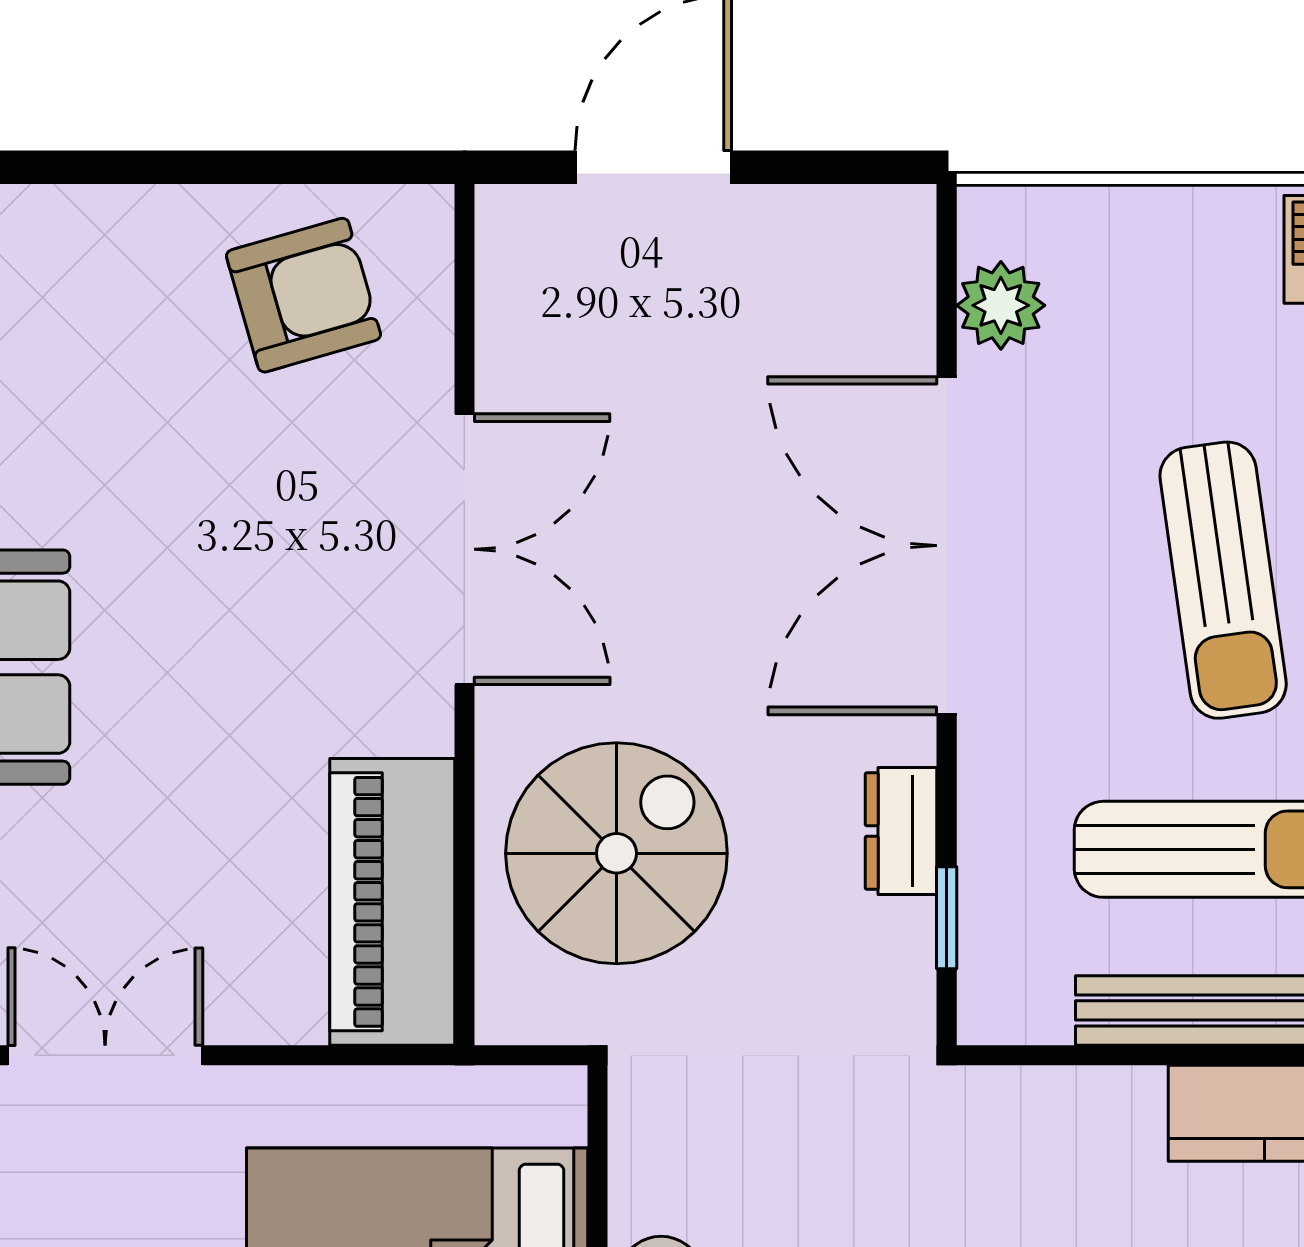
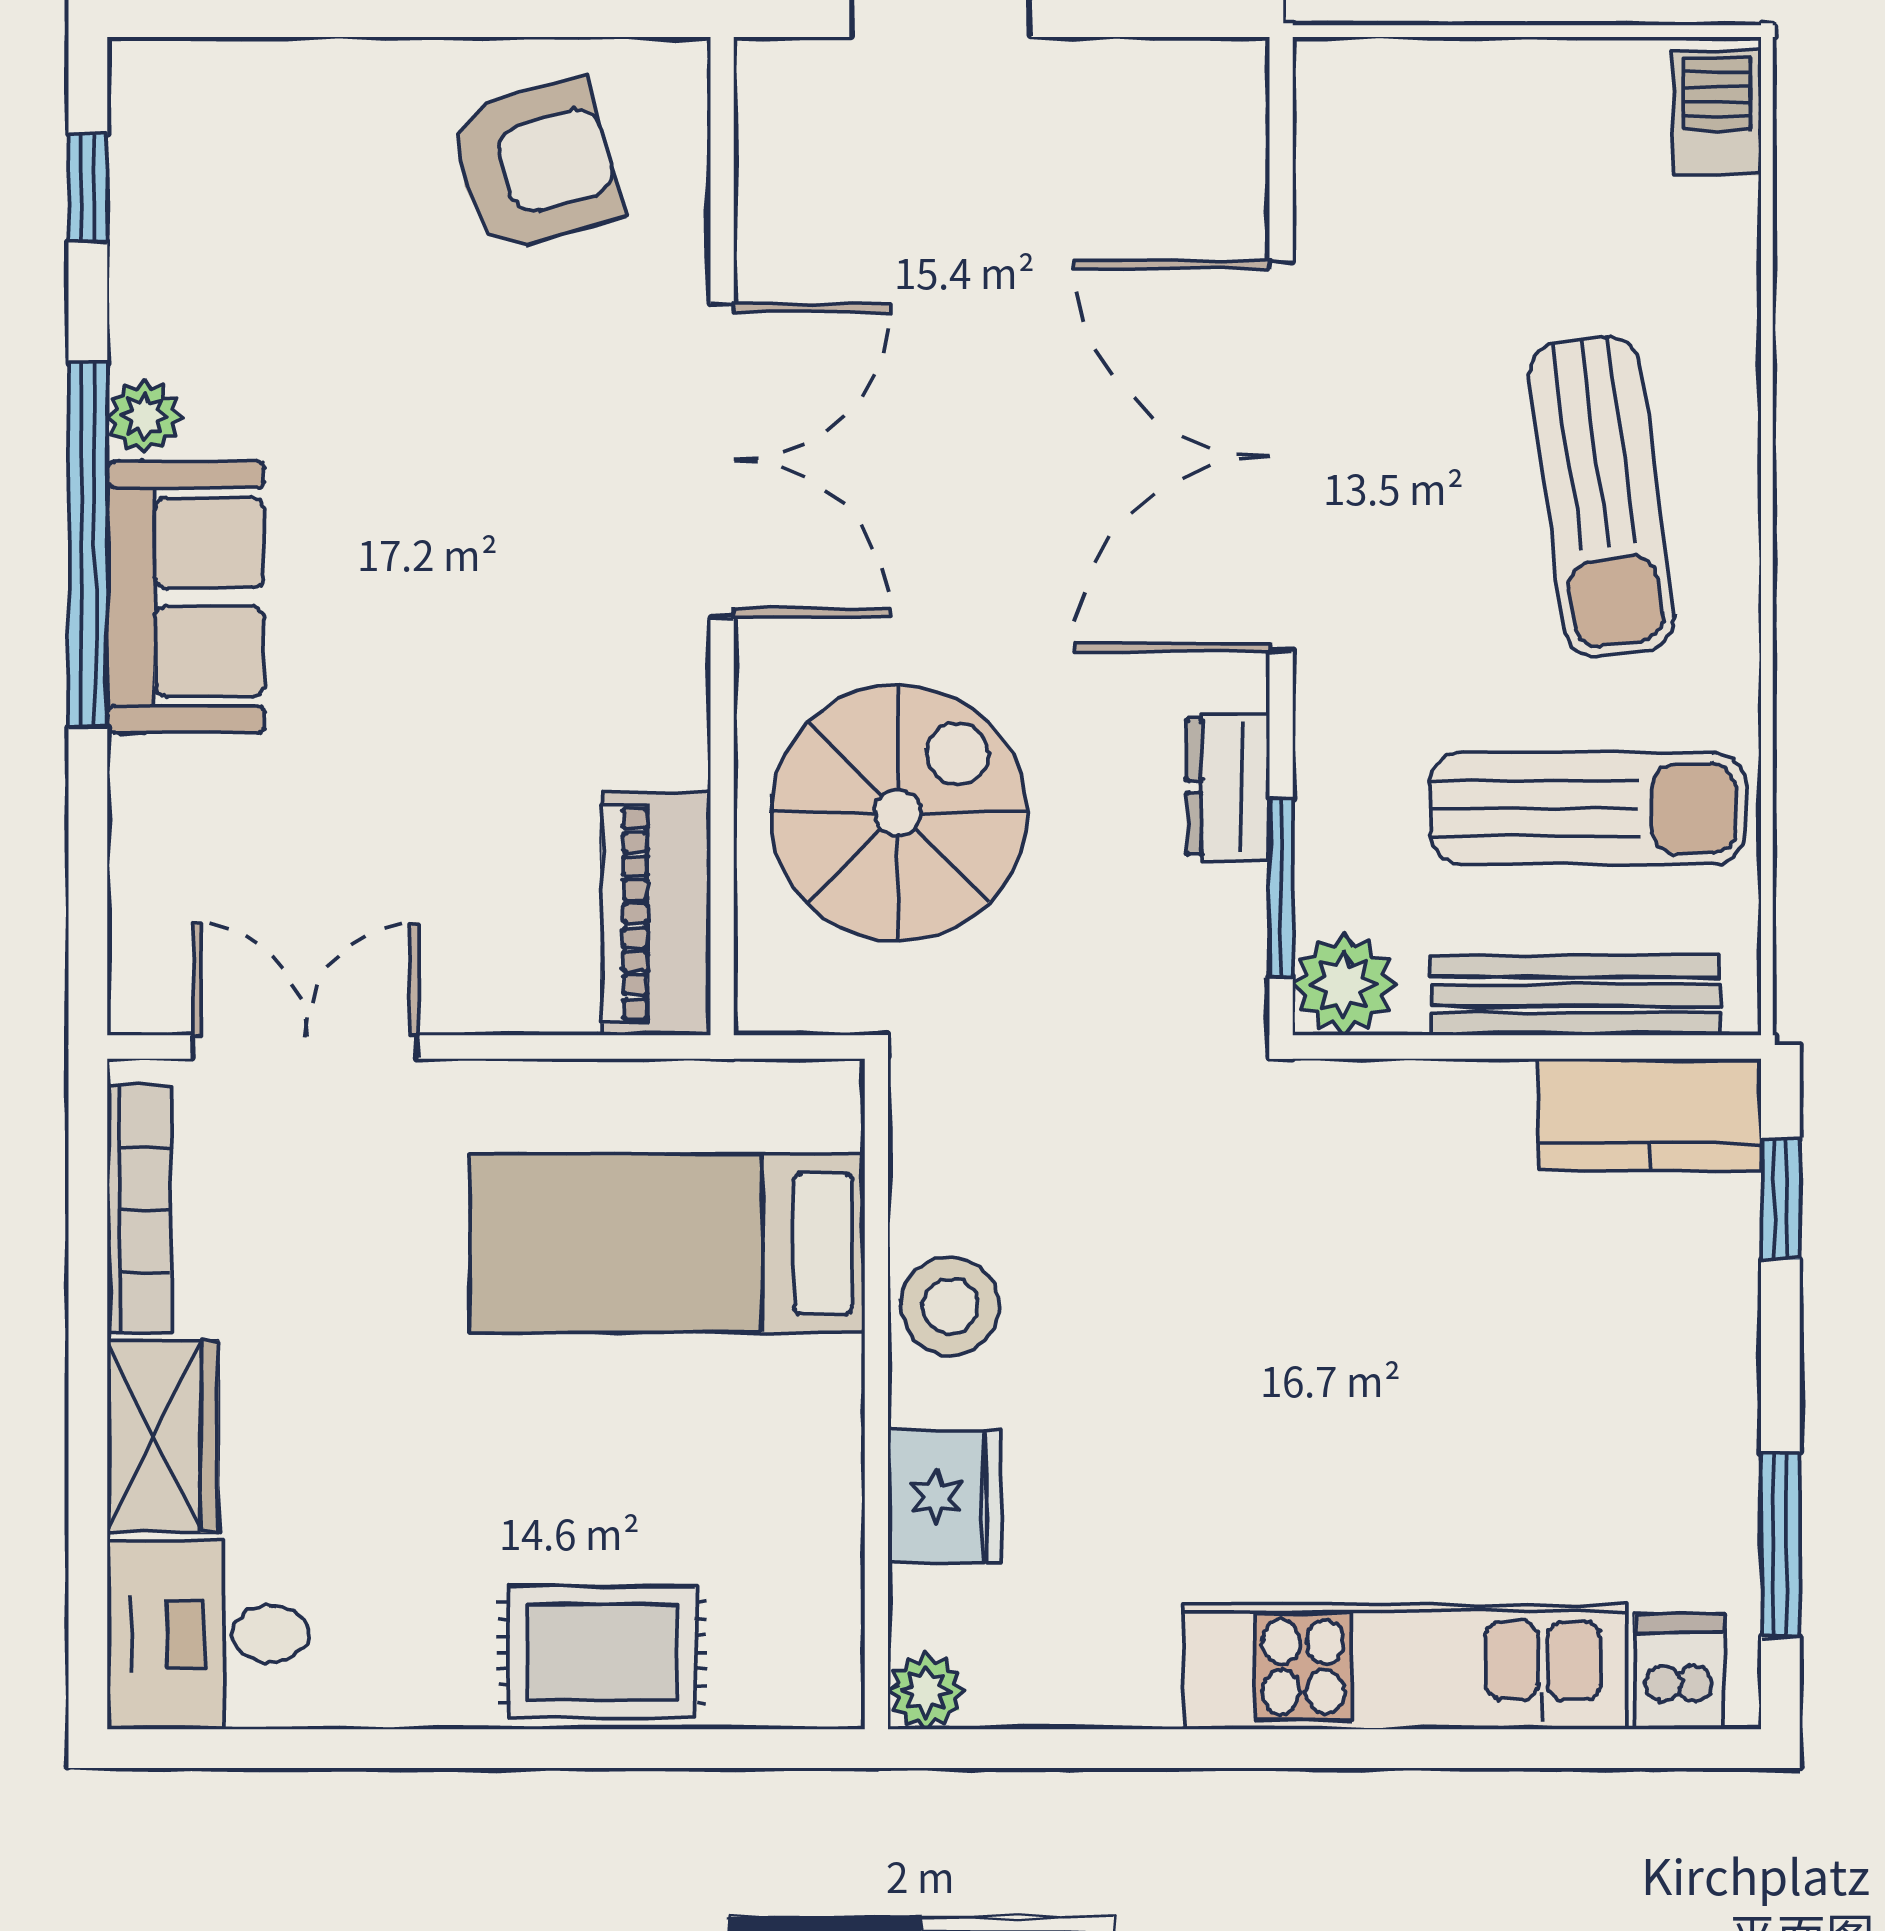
plant: (1001, 305) -> (1344, 984), moved
piano: (392, 902) -> (656, 914), width x0.73, depth x0.75
window: (947, 918) -> (1281, 888), width x1.50

